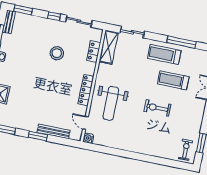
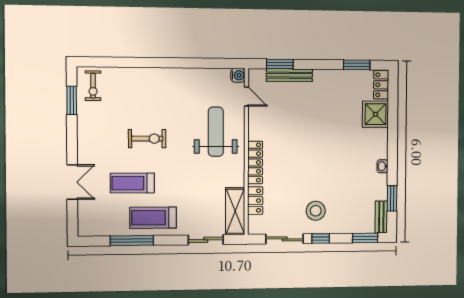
stool: (57, 53) -> (316, 211), moved
treadmill: (164, 54) -> (153, 218), turned 180
treadmill: (173, 80) -> (132, 183), turned 180
locker: (86, 90) -> (255, 163), moved
window: (38, 136) -> (280, 64), moved

